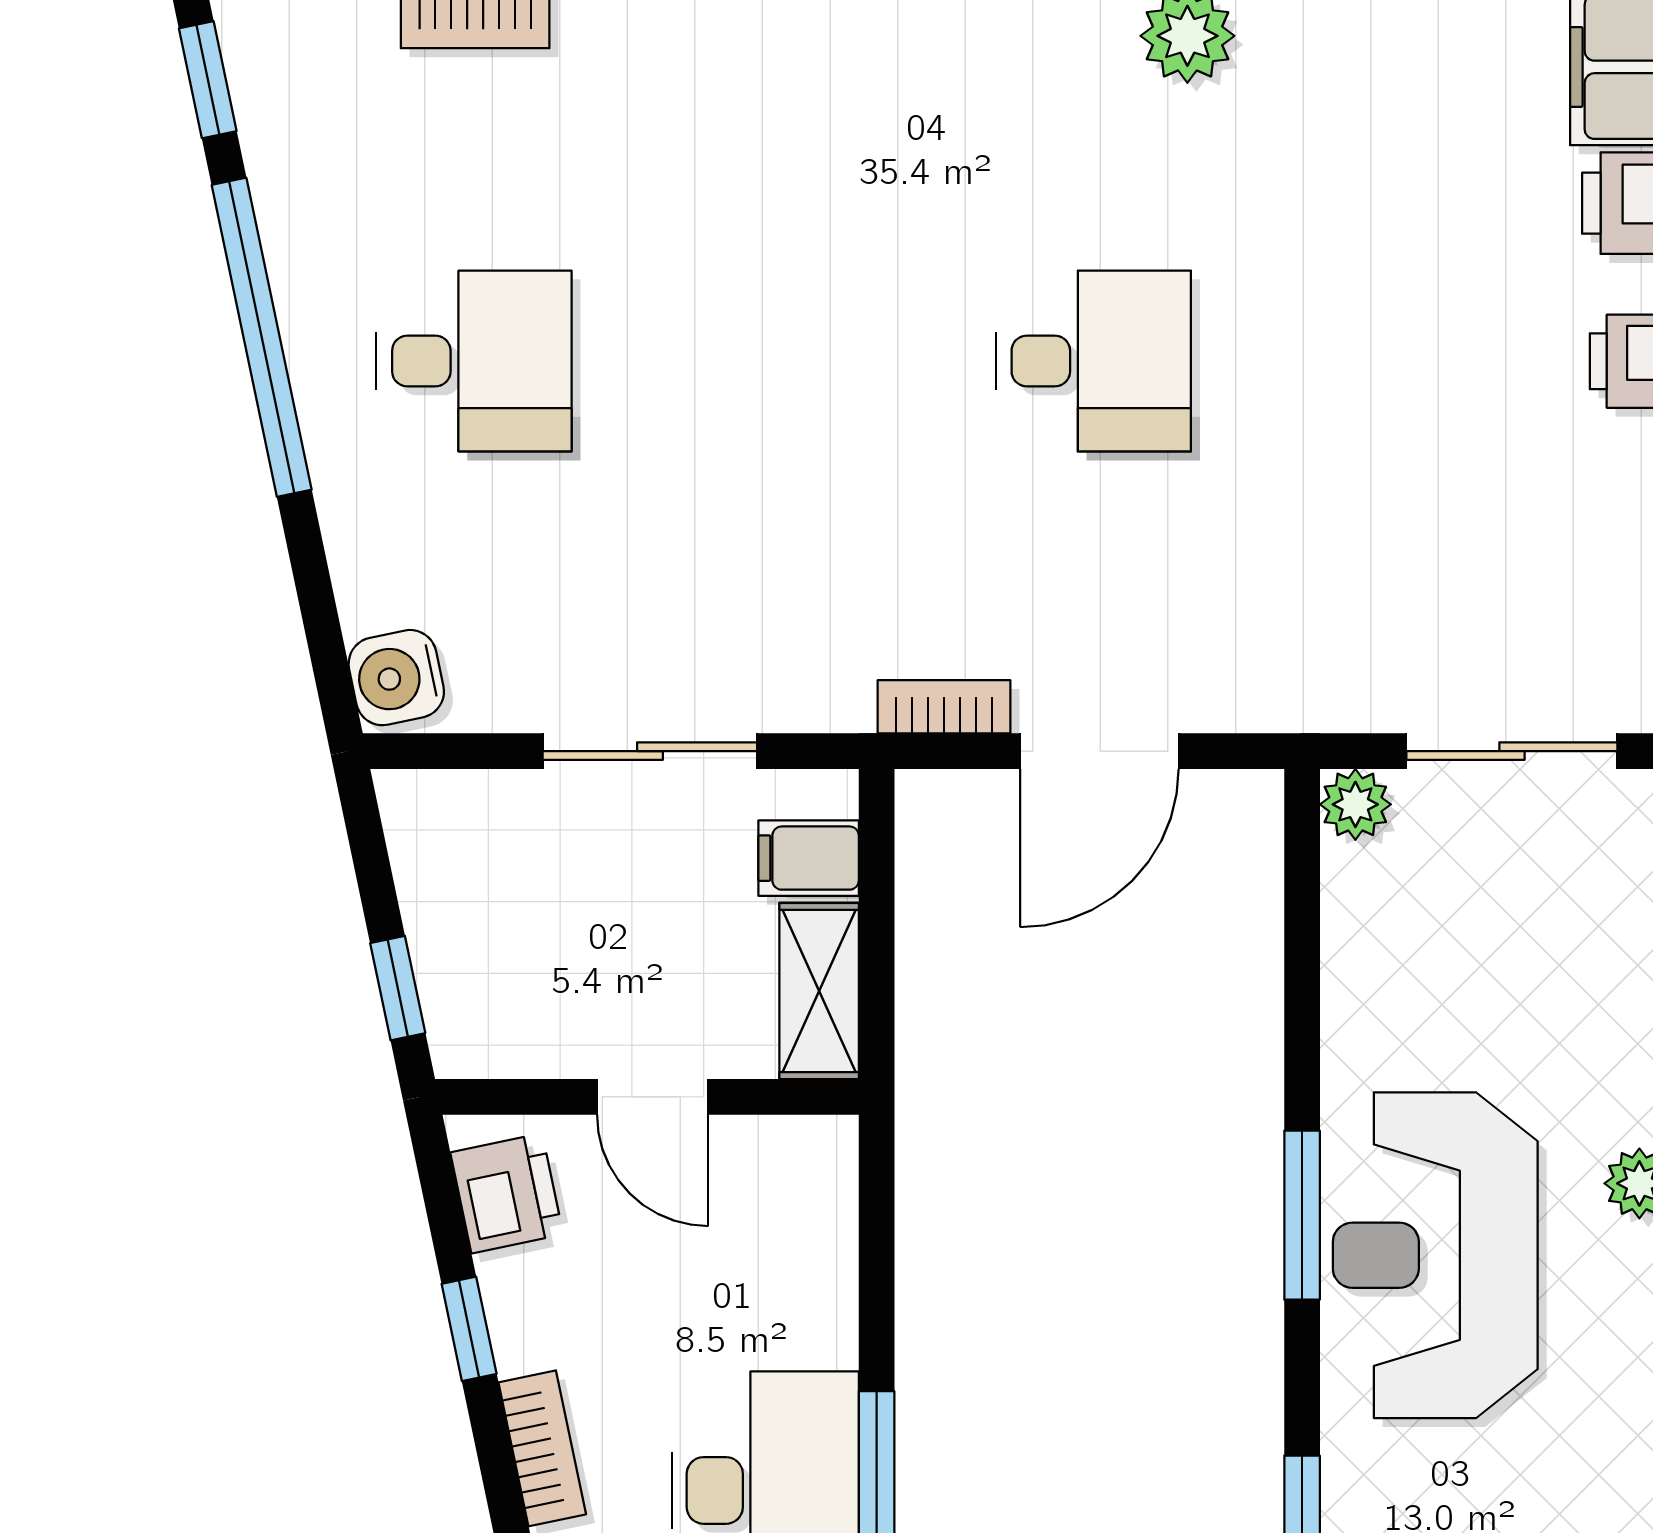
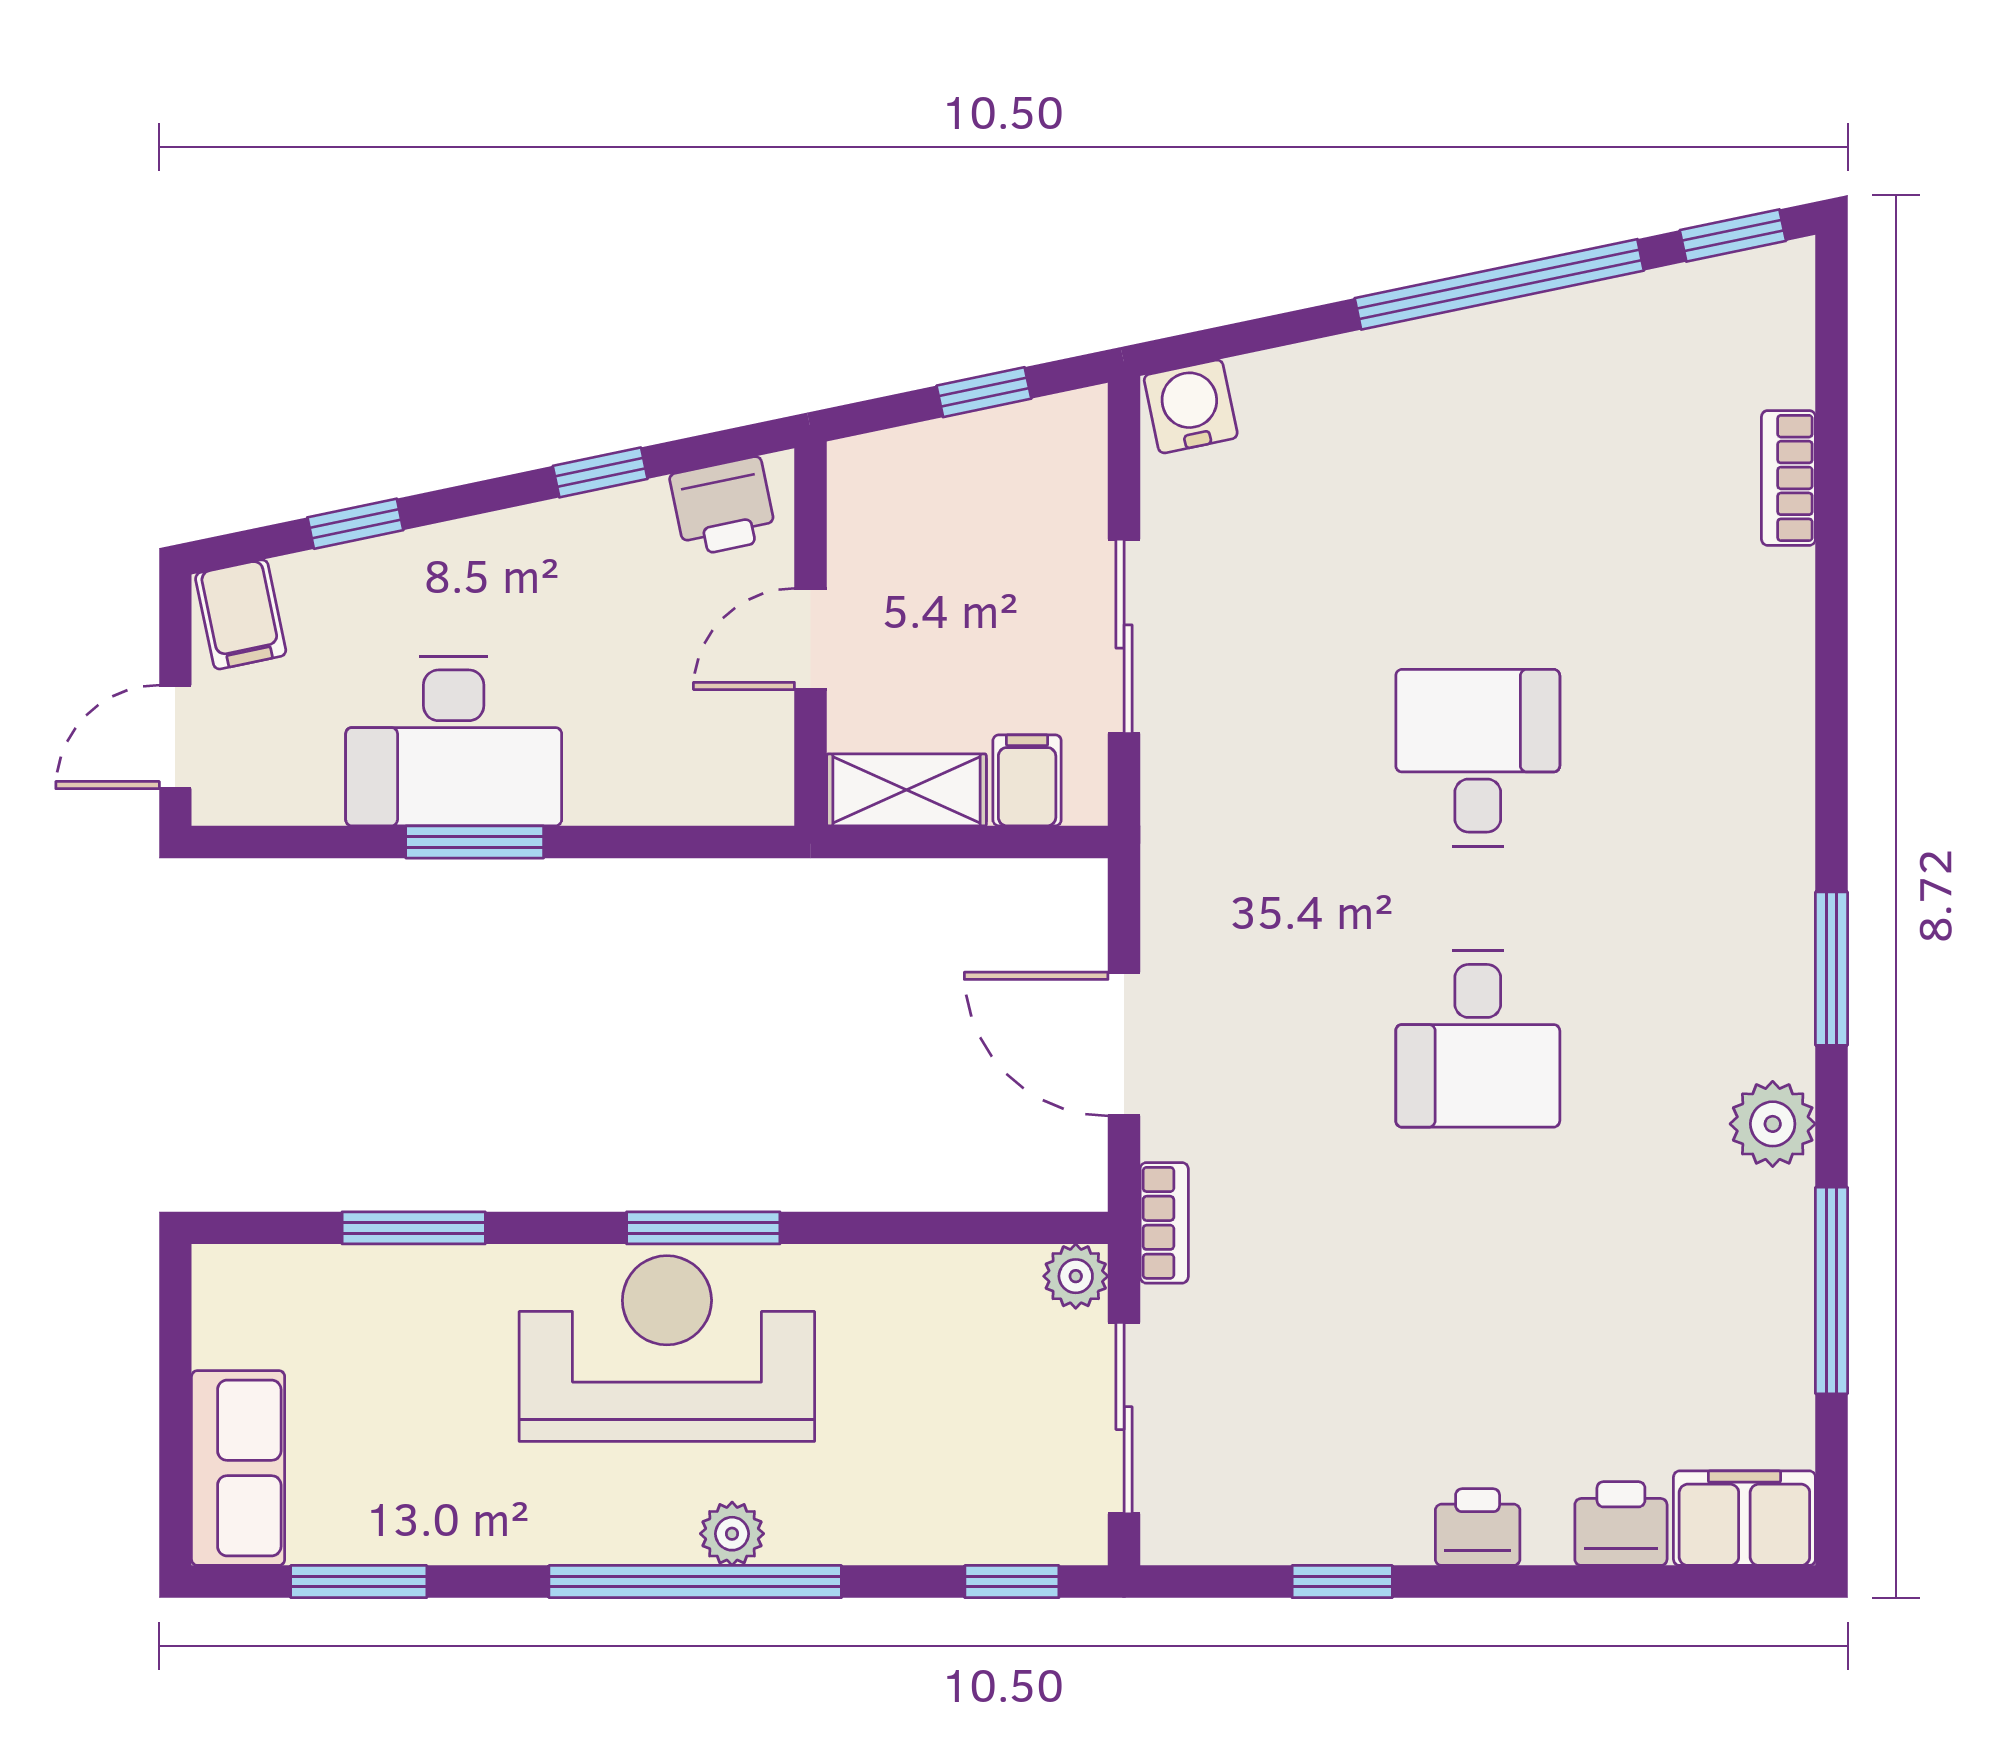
desk: (474, 361) -> (1478, 758), moved, turned 180
bookcase: (944, 707) -> (1164, 1223), moved
window: (398, 988) -> (984, 392), moved
bookcase: (542, 1448) -> (492, 539), removed

